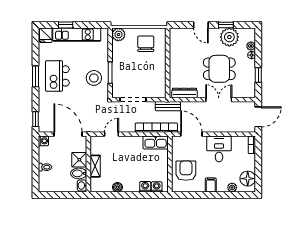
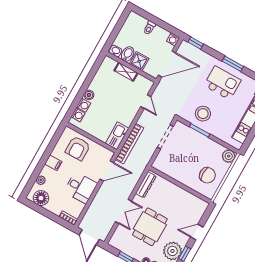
bench: (168, 106) -> (143, 164), removed
armchair: (186, 171) -> (78, 148), turned 90
boiler: (117, 187) -> (89, 95), moved

